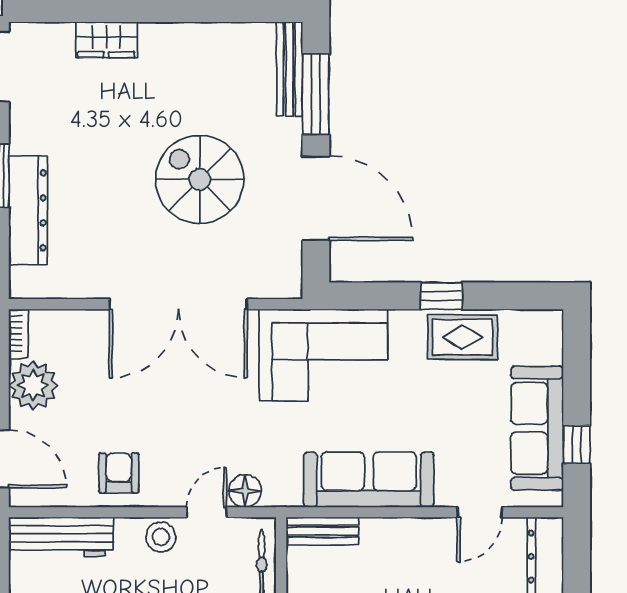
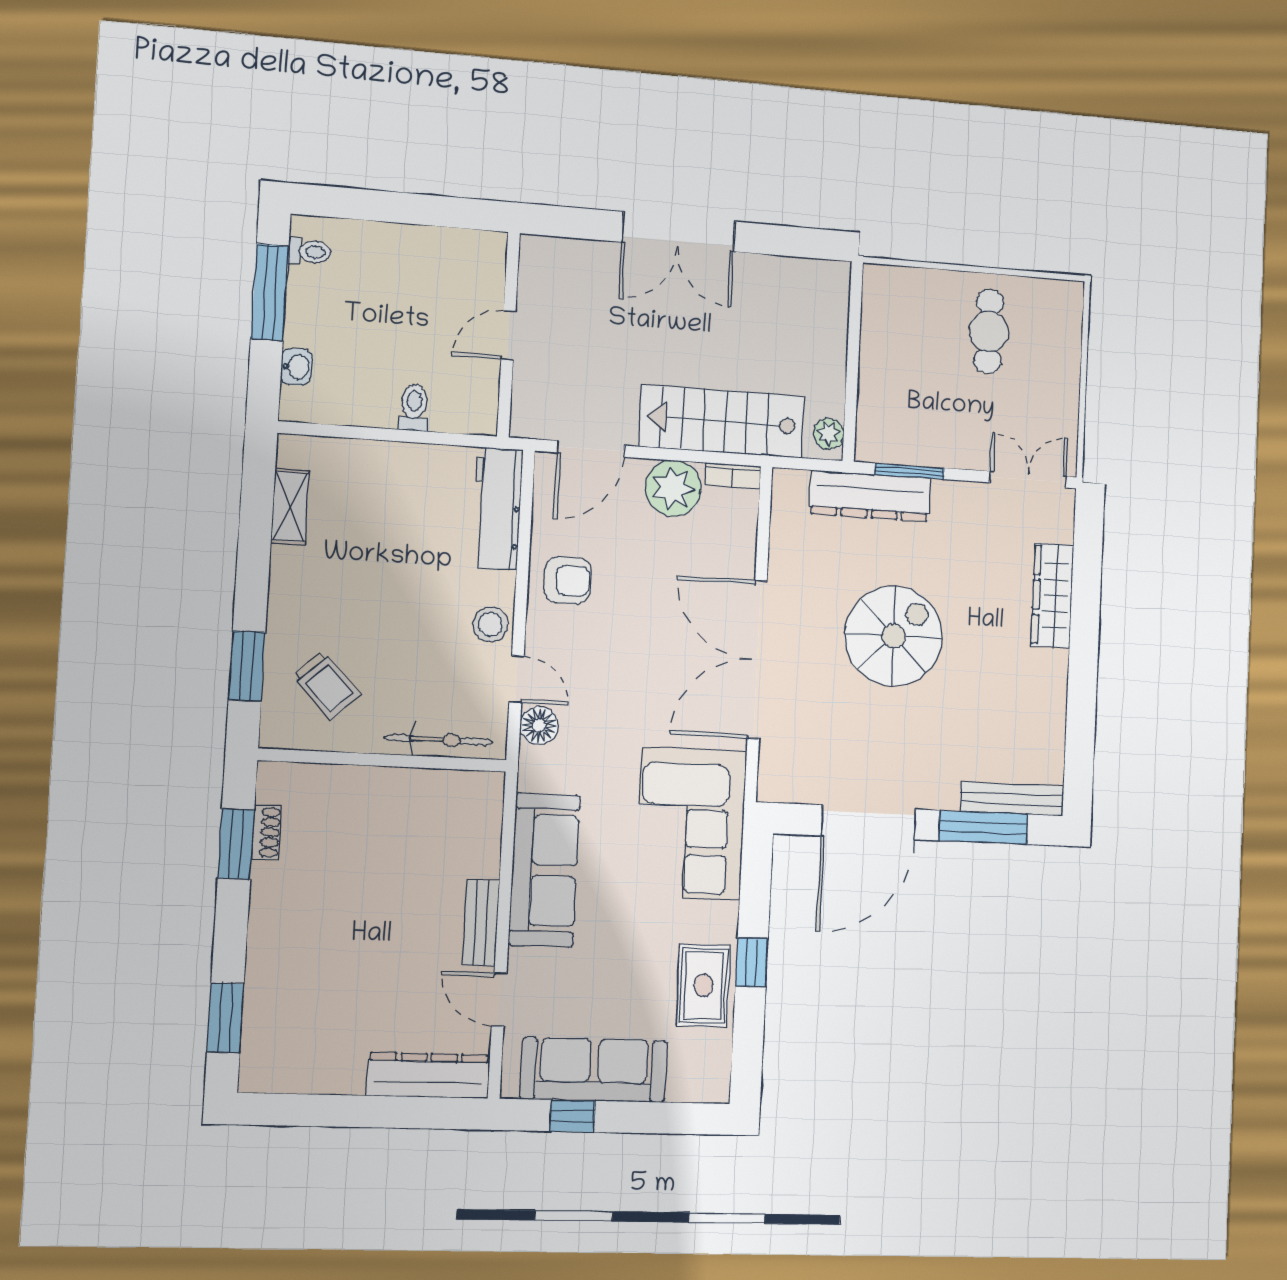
wardrobe: (106, 40) -> (1052, 595), width x1.50
spiral stairs: (200, 179) -> (894, 636), moved
bench: (322, 531) -> (481, 923), moved

